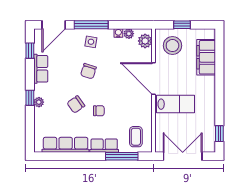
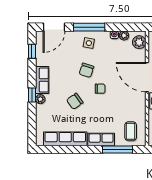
row of seats: (41, 69) -> (42, 80), moved
chair: (99, 111) -> (100, 89), moved

